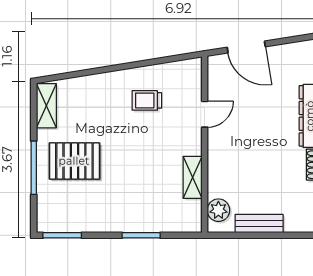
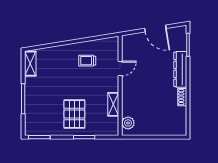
door: (246, 47) -> (155, 28), moved
pallet: (74, 161) -> (74, 114), moved, turned 90
bench: (259, 224) -> (151, 131), removed

